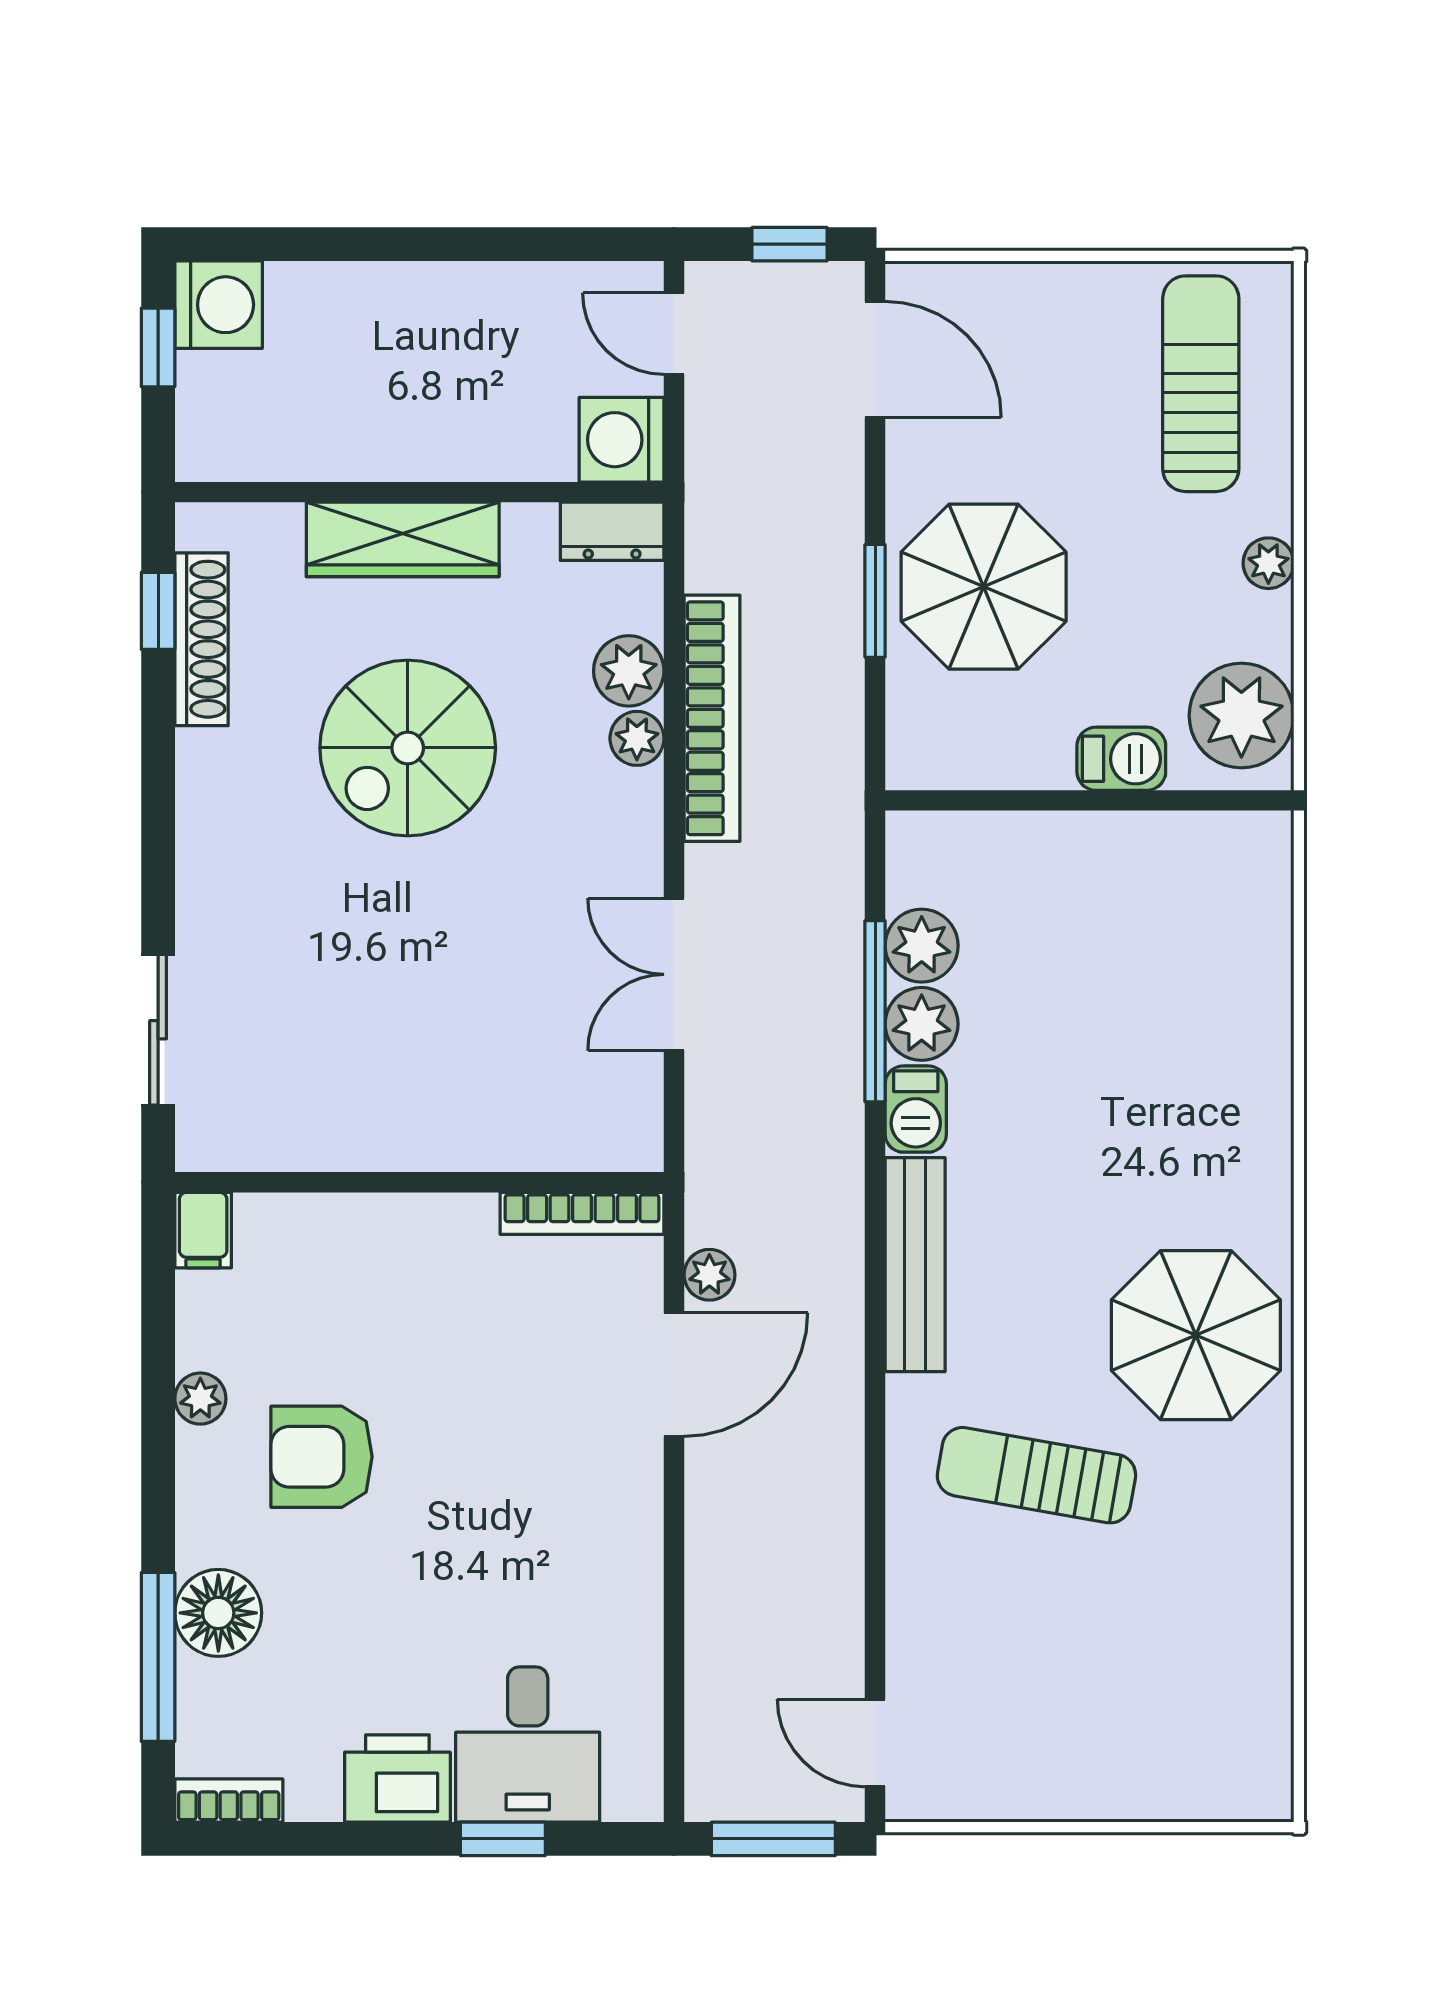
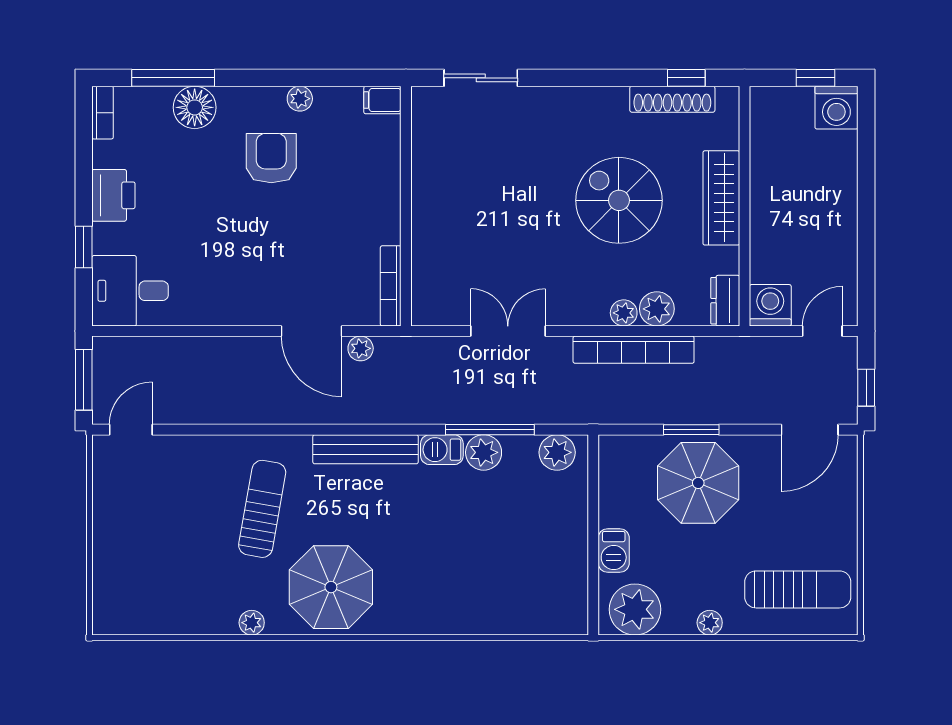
plant: (922, 946) -> (557, 452), moved
plant: (1268, 1497) -> (252, 623), added
desk: (528, 1745) -> (130, 291), moved

